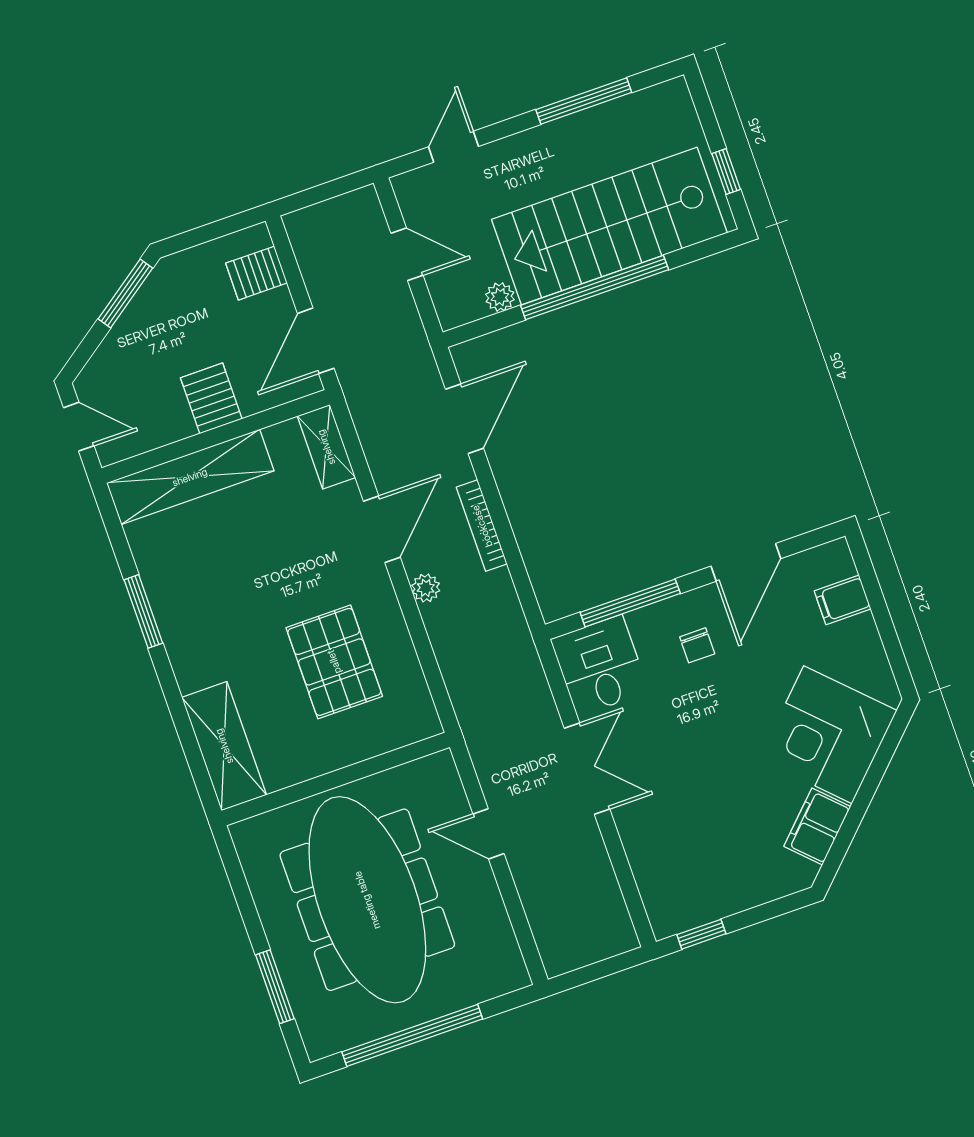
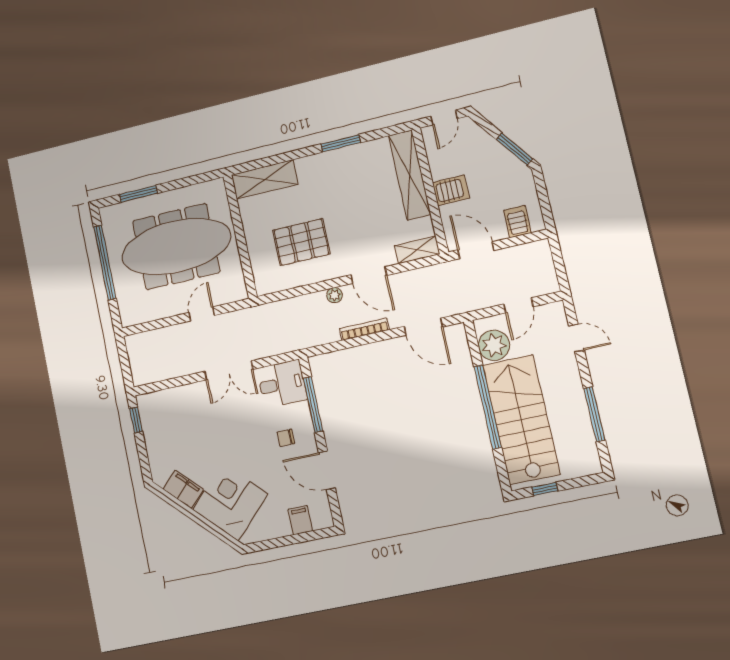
plant: (500, 297) -> (494, 345), width x1.88, depth x1.88

